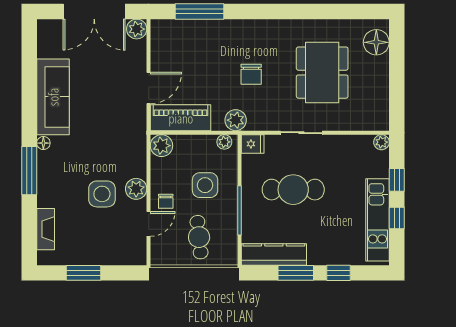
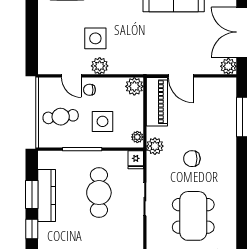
dining table: (322, 73) -> (193, 216), turned 90
kitchen counter: (274, 254) -> (47, 195), moved
window: (83, 273) -> (32, 23), removed

